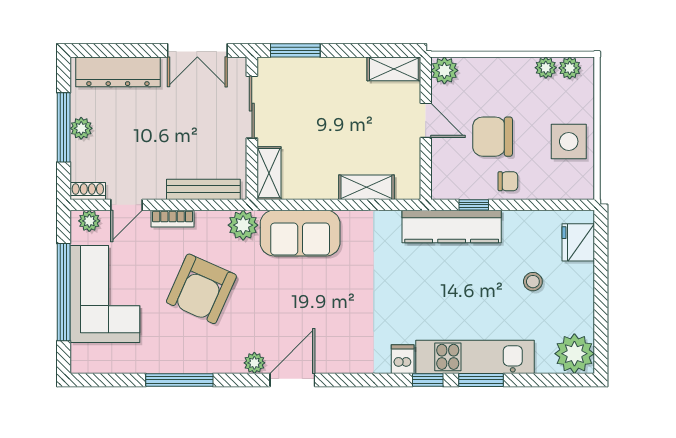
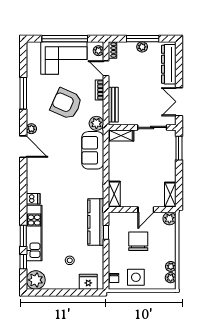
chair: (508, 181) -> (114, 278), moved
shelving: (366, 187) -> (114, 194), moved
window: (428, 380) -> (23, 262), moved

